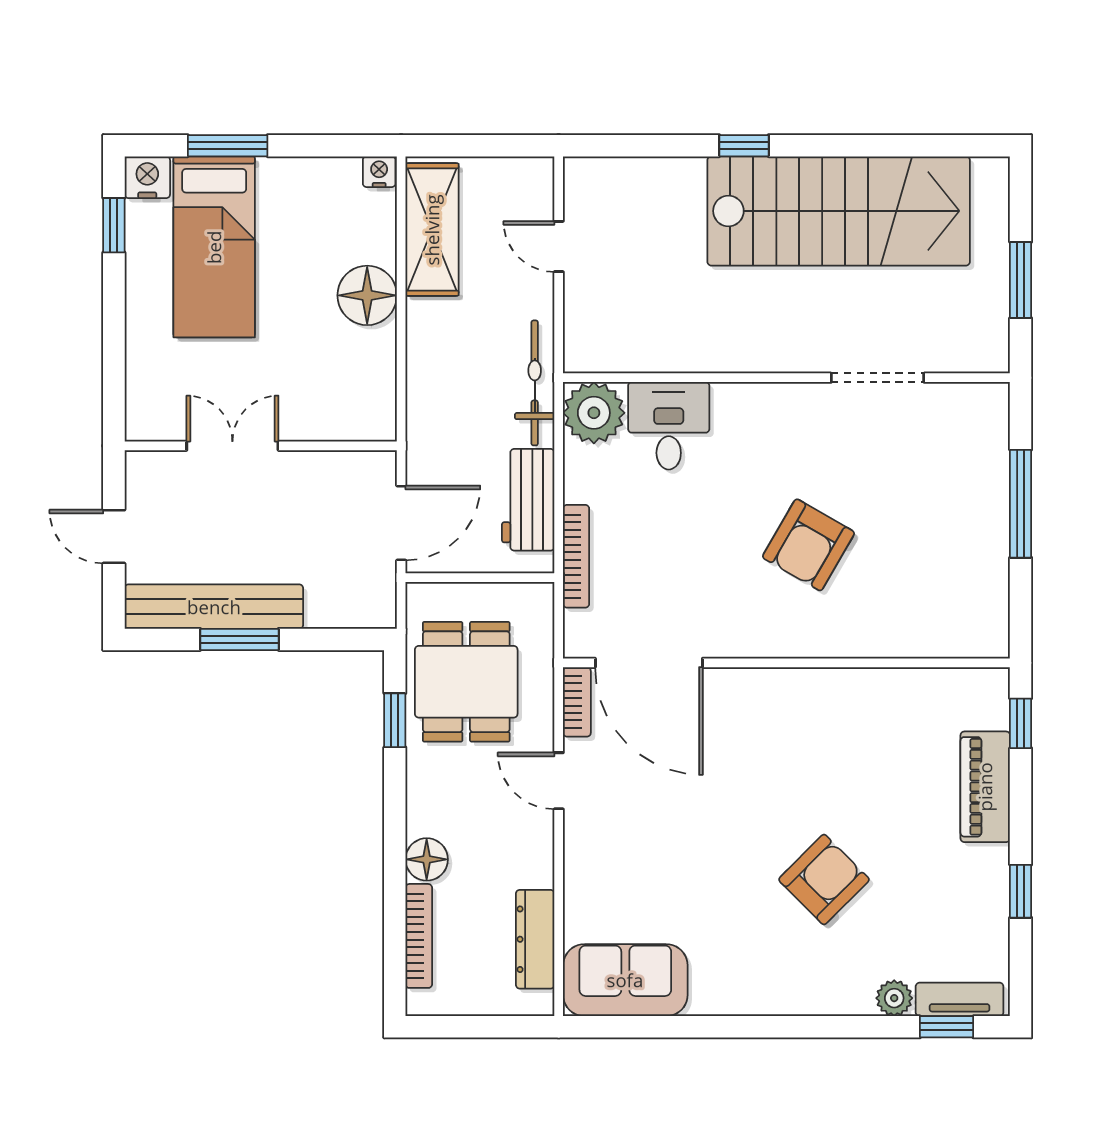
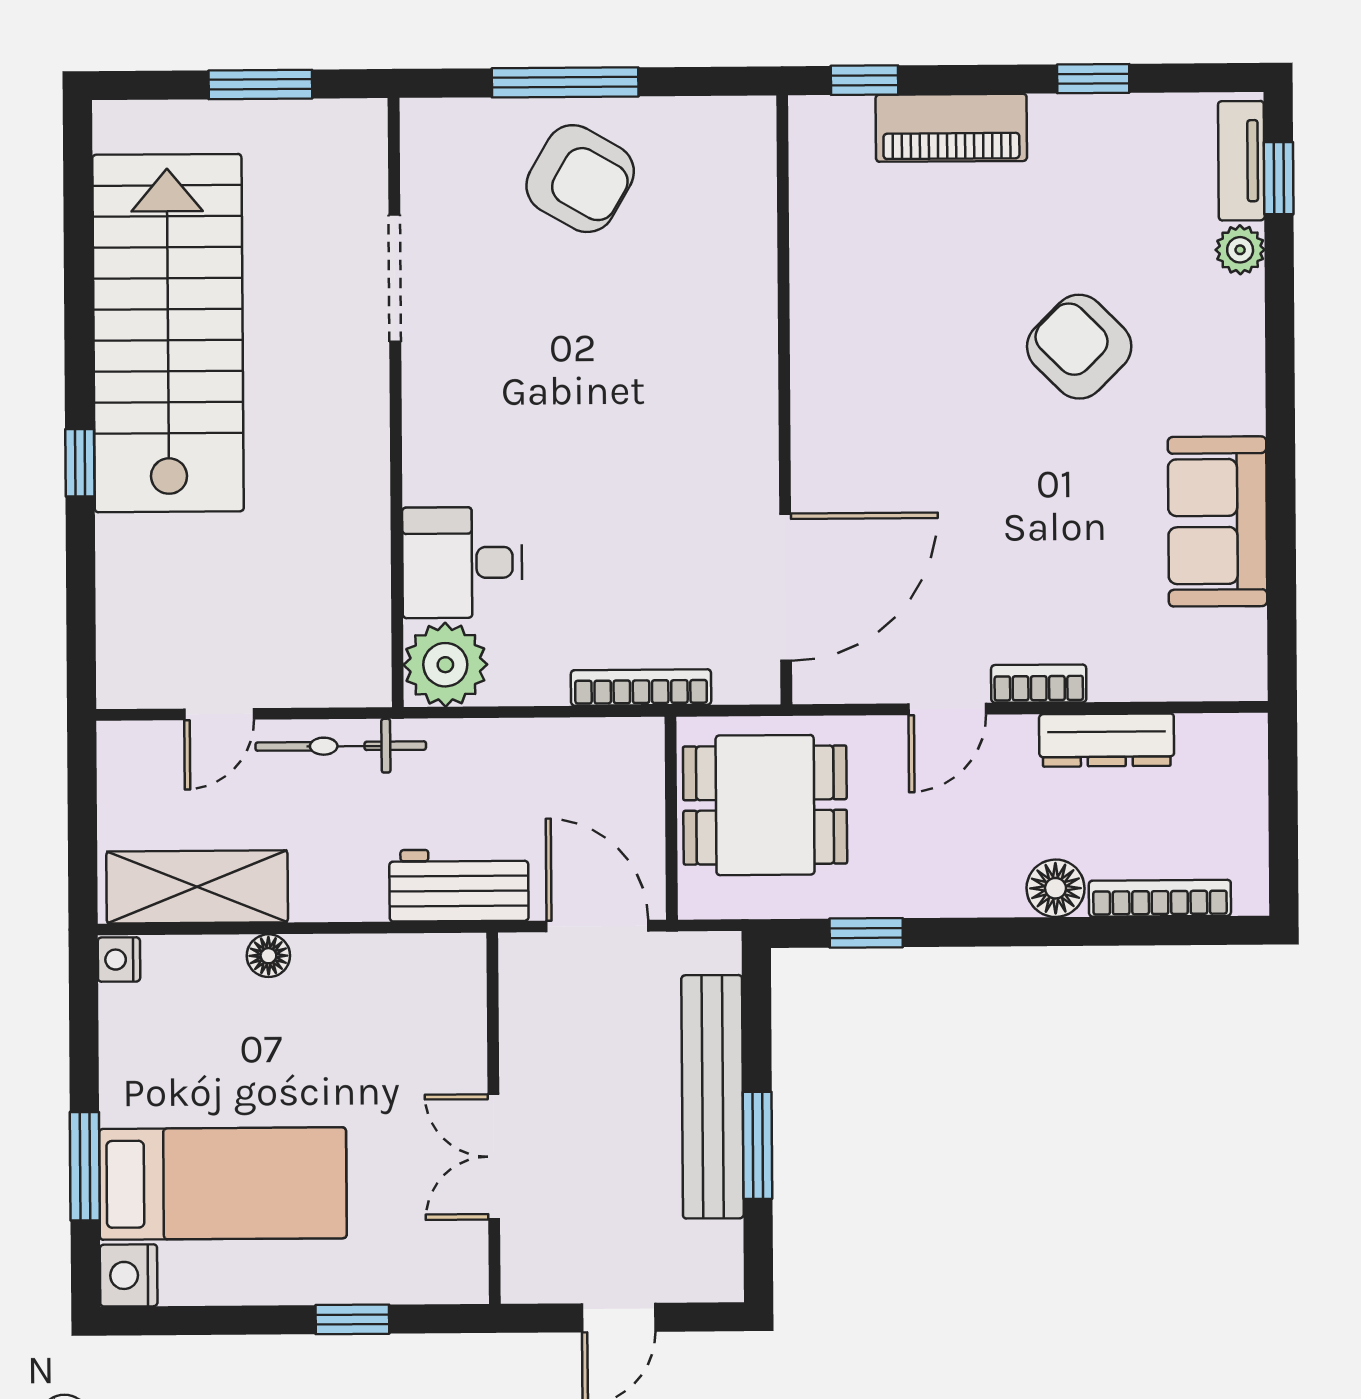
window: (114, 225) -> (352, 1319), moved
floor lamp: (367, 295) -> (268, 956), width x0.53, depth x0.53
bicycle: (535, 383) -> (341, 746), moved
workbench: (528, 500) -> (459, 885), moved, turned 180
armchair: (809, 545) -> (580, 179), moved
bench: (214, 607) -> (712, 1097), moved
dining table: (466, 682) -> (765, 805), moved
bookcase: (577, 702) -> (1039, 684), moved
dresser: (535, 939) -> (1107, 740), moved
sofa: (625, 980) -> (1218, 521), moved

